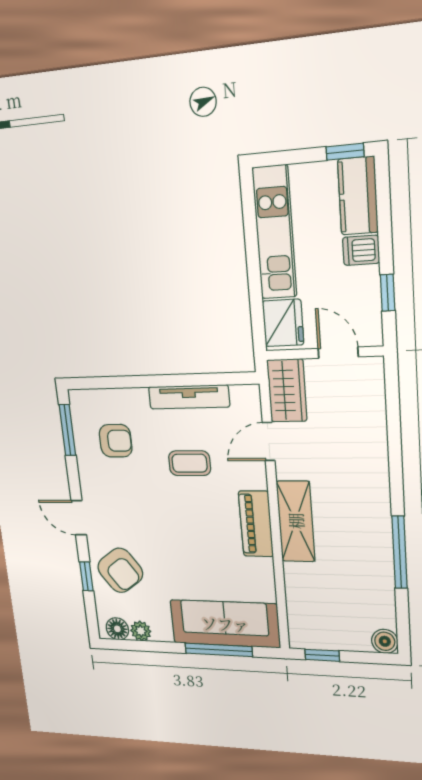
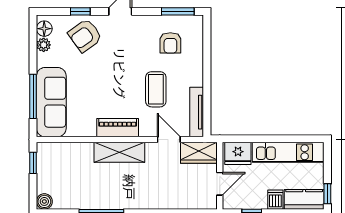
tv unit: (189, 397) -> (197, 112), moved
coffee table: (190, 463) -> (156, 89), width x1.36, depth x1.30

